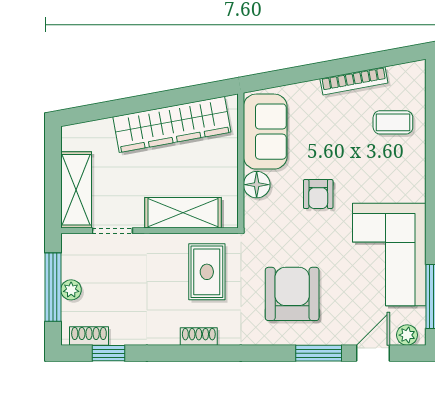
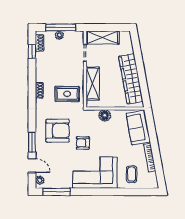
sofa: (265, 132) -> (138, 128), moved, turned 80
armchair: (318, 194) -> (83, 143), moved
corner sofa: (389, 254) -> (95, 173), moved

